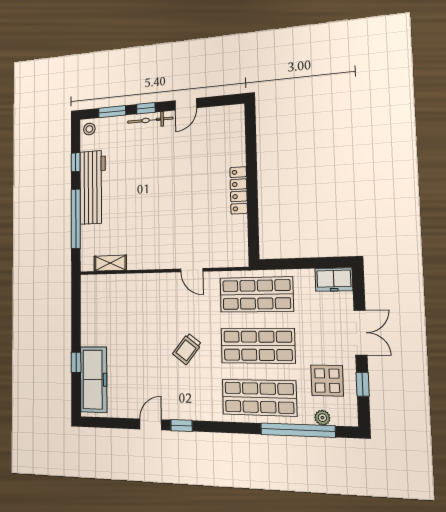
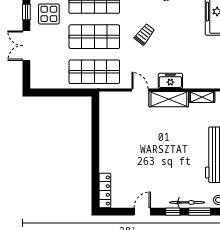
bicycle: (150, 120) -> (187, 202), moved
locker: (239, 190) -> (105, 190), moved
shelving: (153, 259) -> (169, 99), added
freezer: (334, 280) -> (170, 81), moved

